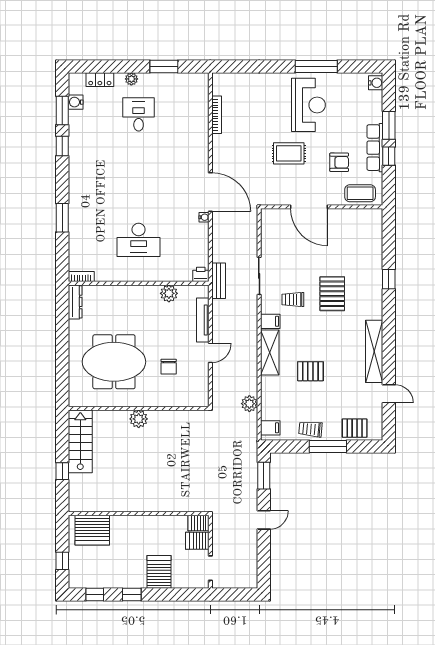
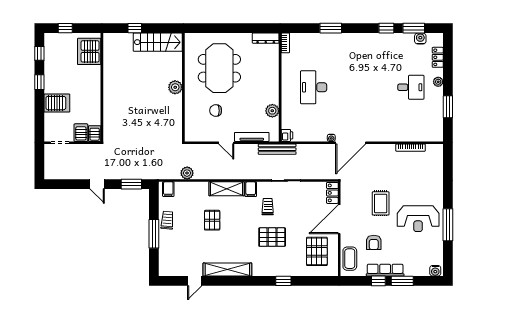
locker: (275, 216) -> (332, 193), added
bench: (219, 281) -> (277, 149), width x1.36
pallet: (355, 428) -> (317, 251), moved, width x1.50, depth x1.42

